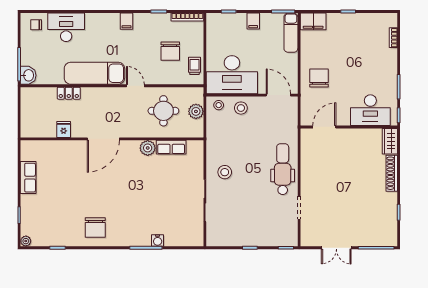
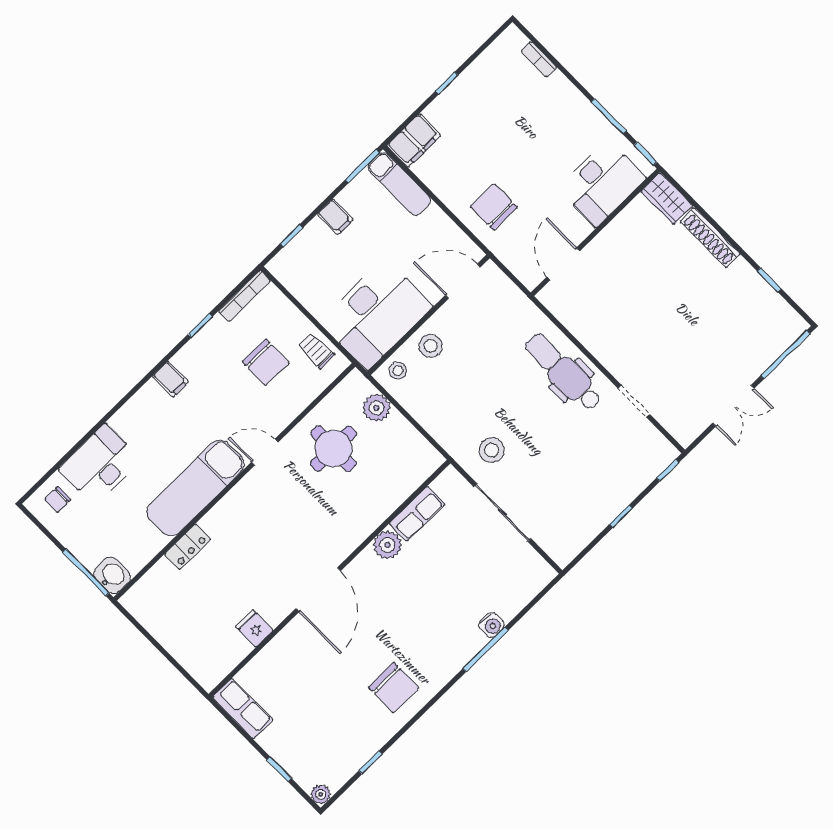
fridge: (64, 130) -> (254, 628), moved
door: (103, 139) -> (318, 590), moved
wall: (112, 139) -> (329, 579), moved
row of seats: (171, 147) -> (417, 514), moved
plant: (148, 148) -> (387, 545), moved

